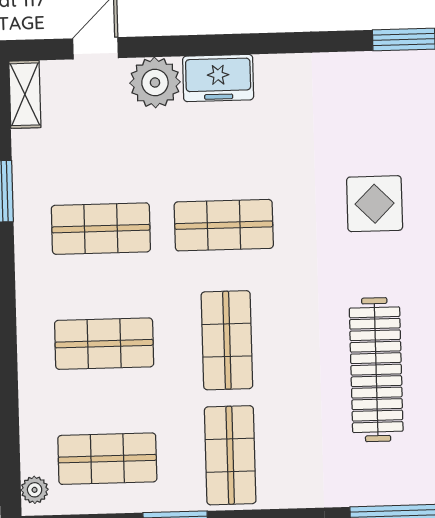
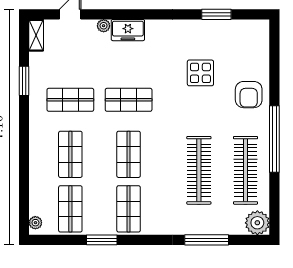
plant: (155, 82) -> (104, 26), width x0.53, depth x0.53
display table: (375, 204) -> (200, 73), moved
shop shelf: (104, 344) -> (70, 154), turned 90
shop shelf: (107, 459) -> (70, 209), turned 90

